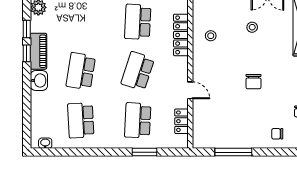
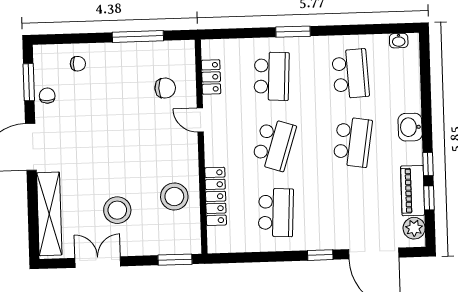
stool: (252, 27) -> (117, 210), width x1.89, depth x1.89
stool: (211, 36) -> (174, 197), width x1.89, depth x1.89
piano: (38, 51) -> (413, 191), moved
chair: (253, 82) -> (165, 88), moved, turned 90
window: (145, 152) -> (293, 32), moved

